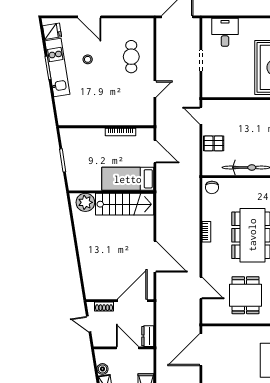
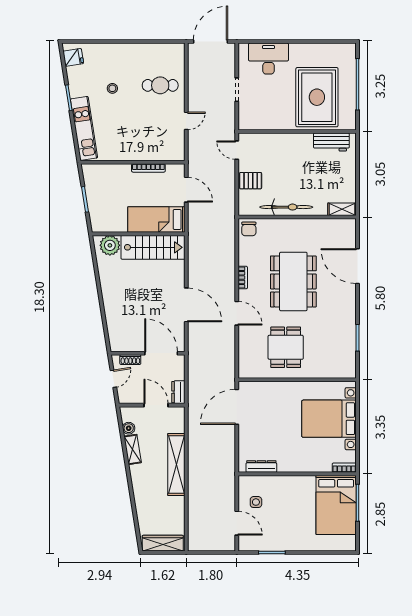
door: (89, 17) -> (114, 42), removed
desk: (225, 32) -> (268, 59), width x1.37
cafe table: (131, 57) -> (160, 85), turned 90
kitchen unit: (57, 67) -> (84, 128), moved
door: (201, 288) -> (237, 313), moved
door: (132, 301) -> (161, 353), hinge flipped
door: (89, 324) -> (113, 379), swing flipped

